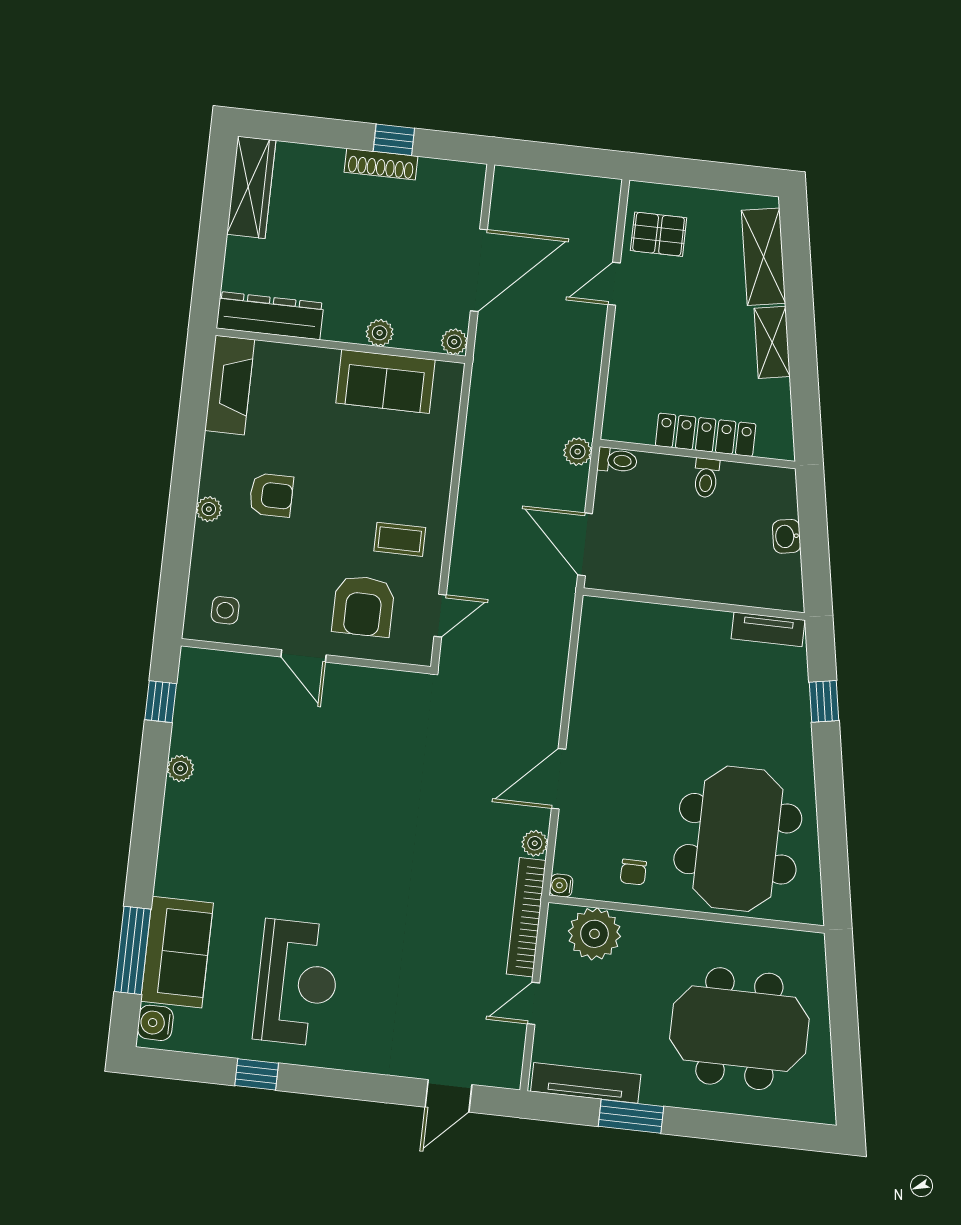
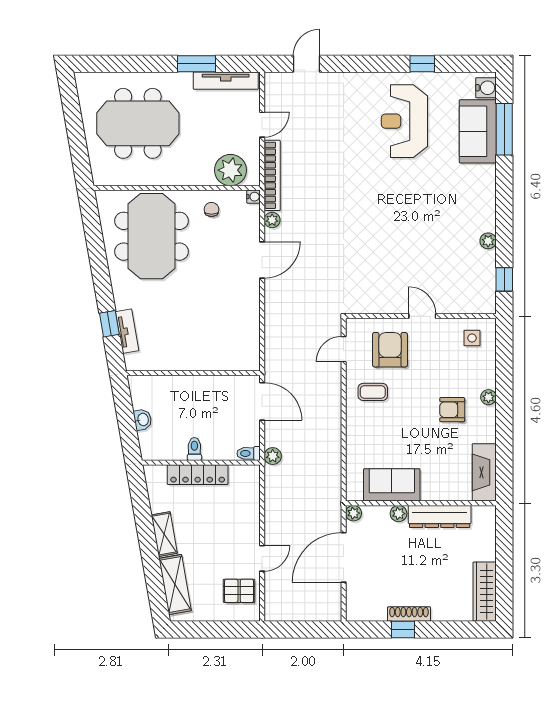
dresser: (270, 316) -> (440, 516), moved
tv unit: (768, 629) -> (127, 331), moved, turned 80

